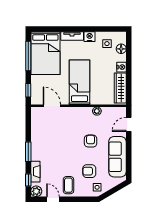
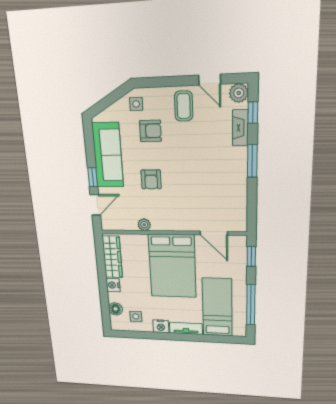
bed: (45, 53) -> (217, 307), width x0.67
bed: (80, 82) -> (172, 266), width x1.50
window: (129, 143) -> (93, 177), added

